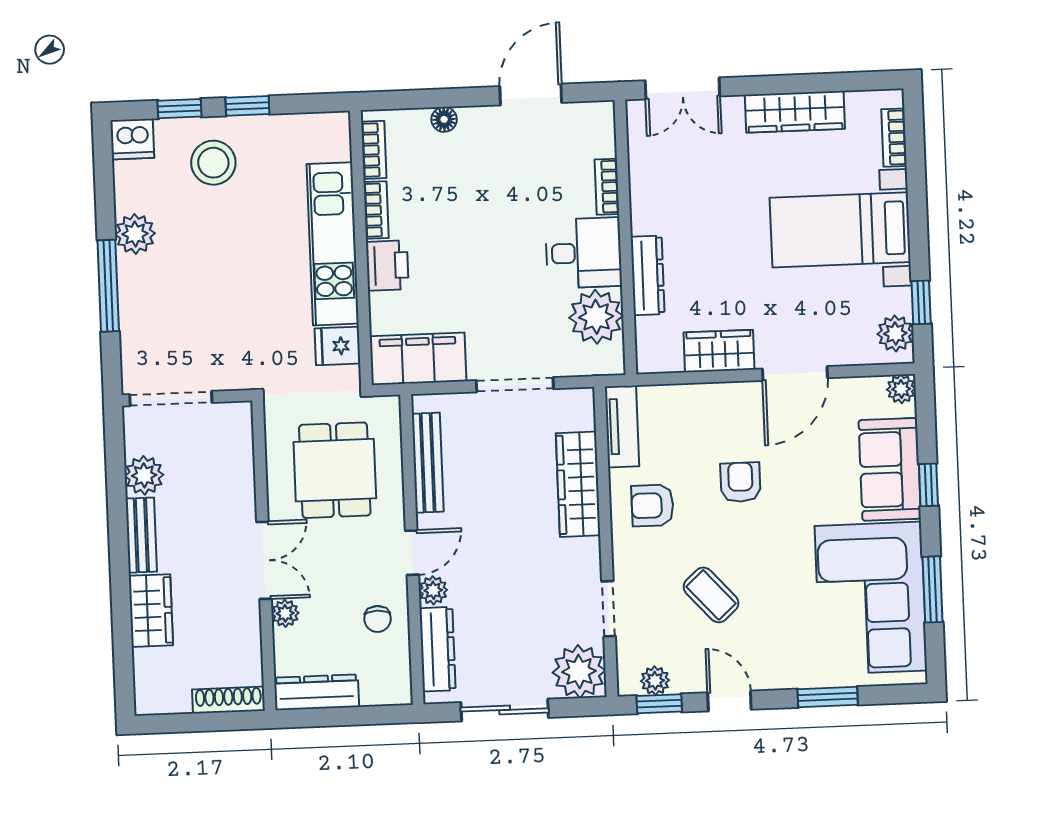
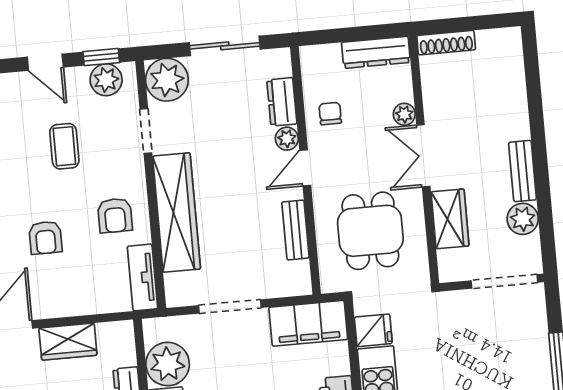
bench: (428, 463) -> (295, 230), width x0.73
wardrobe: (578, 484) -> (176, 213), width x1.40, depth x1.17
armchair: (652, 505) -> (115, 215), turned 90
coffee table: (711, 595) -> (64, 146), turned 42
wardrobe: (151, 611) -> (450, 219), moved, turned 180
dresser: (438, 649) -> (282, 102), width x0.70
plant: (655, 681) -> (106, 80), width x1.38, depth x1.38

